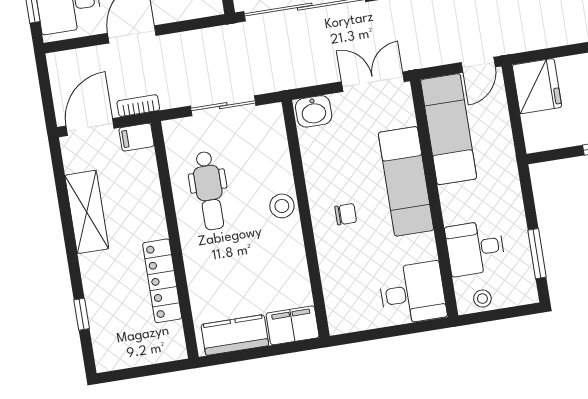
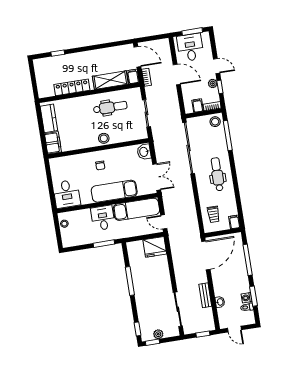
dental chair: (209, 191) -> (110, 107), turned 180
shelving: (87, 212) -> (110, 80), moved
desk: (475, 248) -> (103, 218), moved
window: (537, 254) -> (104, 244), moved

